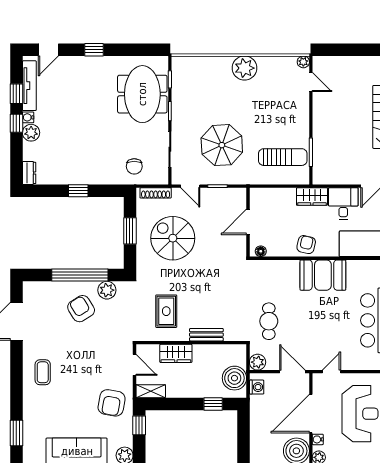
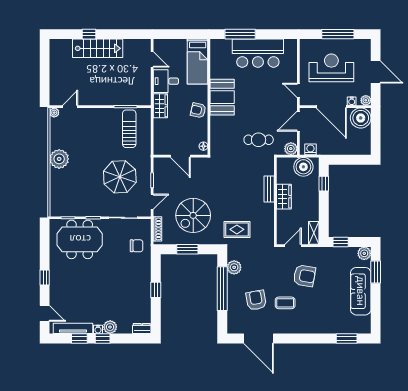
armchair: (81, 309) -> (256, 300), moved, turned 112
rug: (166, 311) -> (237, 229), moved
wardrobe: (176, 353) -> (284, 197), moved
coffee table: (43, 372) -> (285, 303), moved
armchair: (112, 403) -> (304, 276), moved

